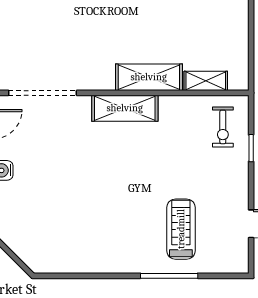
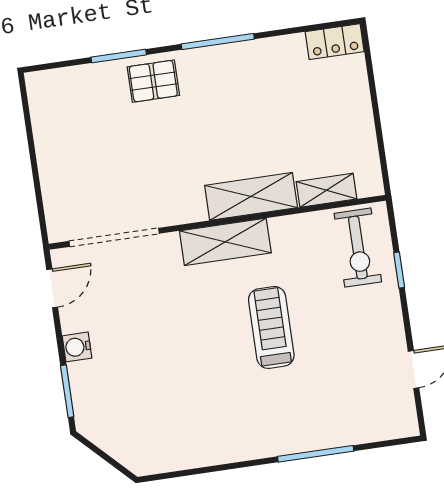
exercise bike: (223, 127) -> (358, 248), width x1.38, depth x1.39
treadmill: (181, 229) -> (271, 327), moved

